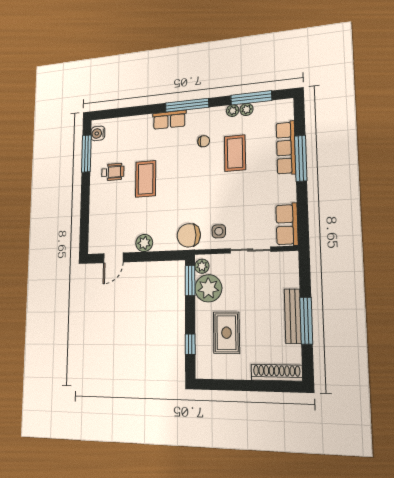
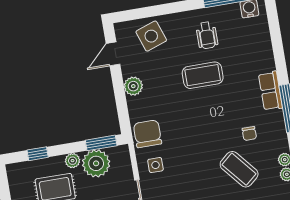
coffee table: (235, 153) -> (239, 169), turned 50
side table: (105, 221) -> (151, 36), added
door: (113, 258) -> (113, 54), hinge flipped
plant: (202, 266) -> (73, 161), moved

